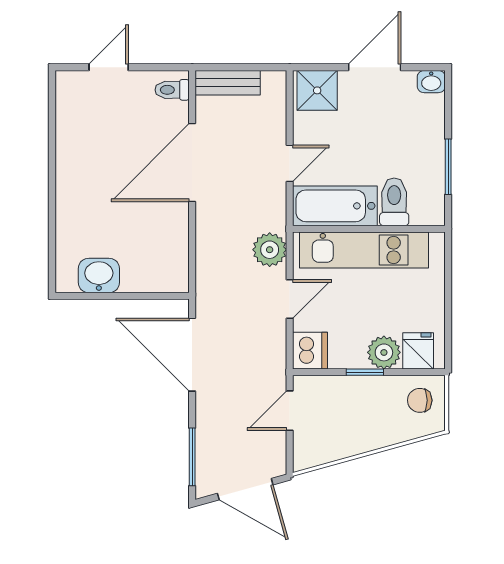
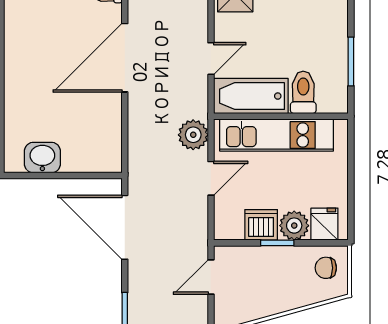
dishwasher: (310, 351) -> (261, 225), moved, turned -90

